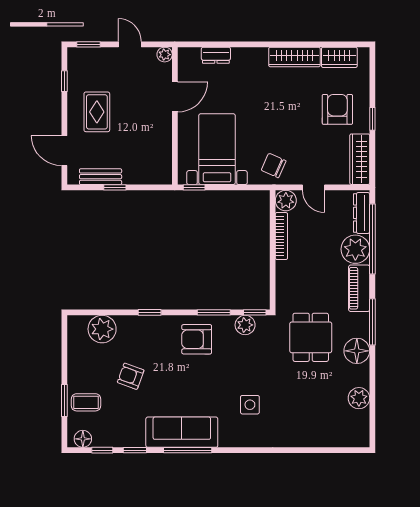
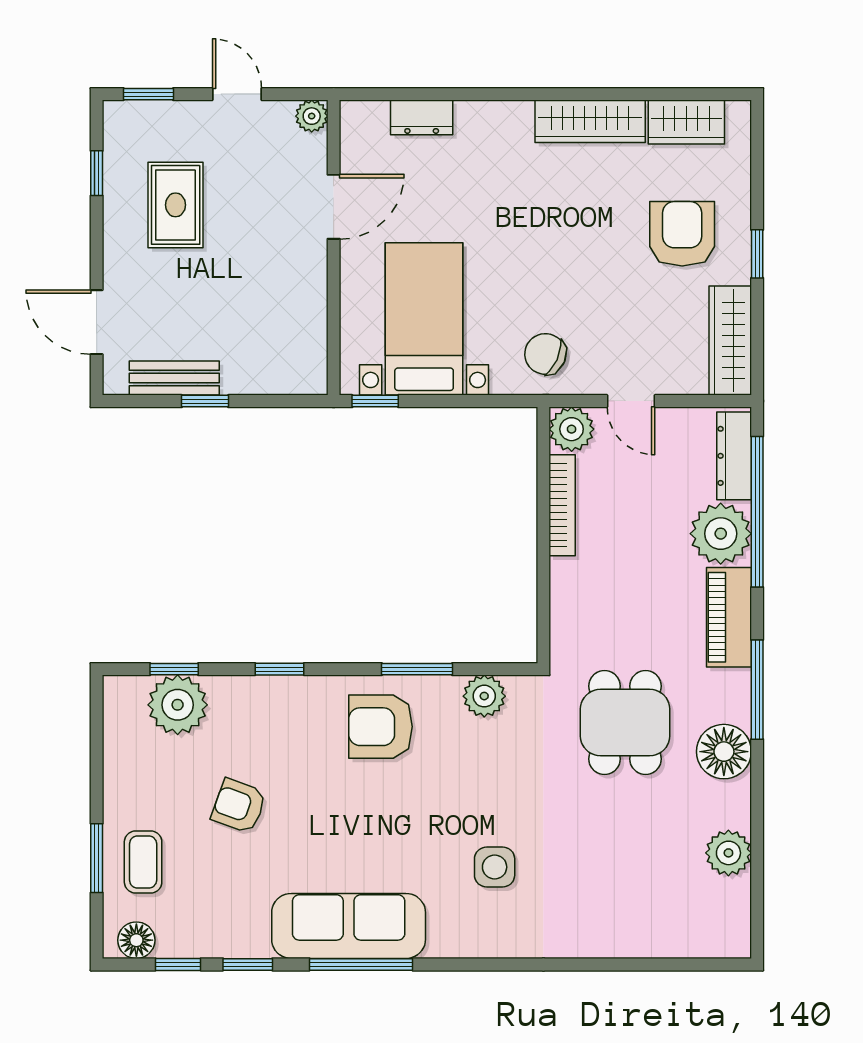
rug: (97, 112) -> (176, 205), moved
window: (255, 312) -> (174, 669), moved
coffee table: (86, 402) -> (143, 862), turned 90

